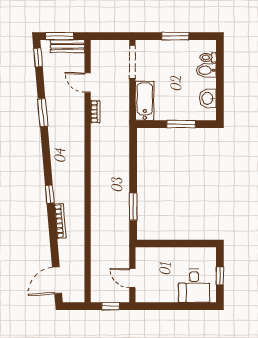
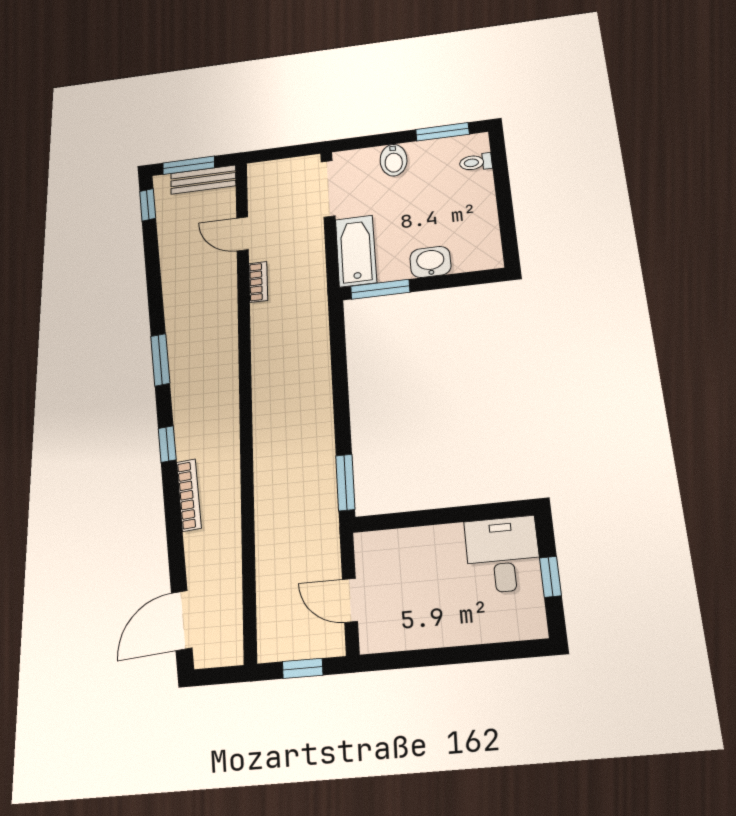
window: (175, 36) -> (442, 132), moved
bidet: (206, 70) -> (394, 160), moved, turned -90
washbasin: (208, 98) -> (430, 262), moved, turned 90
window: (43, 112) -> (160, 360), moved
window: (181, 124) -> (380, 289), moved
window: (133, 207) -> (345, 482), moved
desk: (194, 286) -> (503, 555), moved, turned 180

